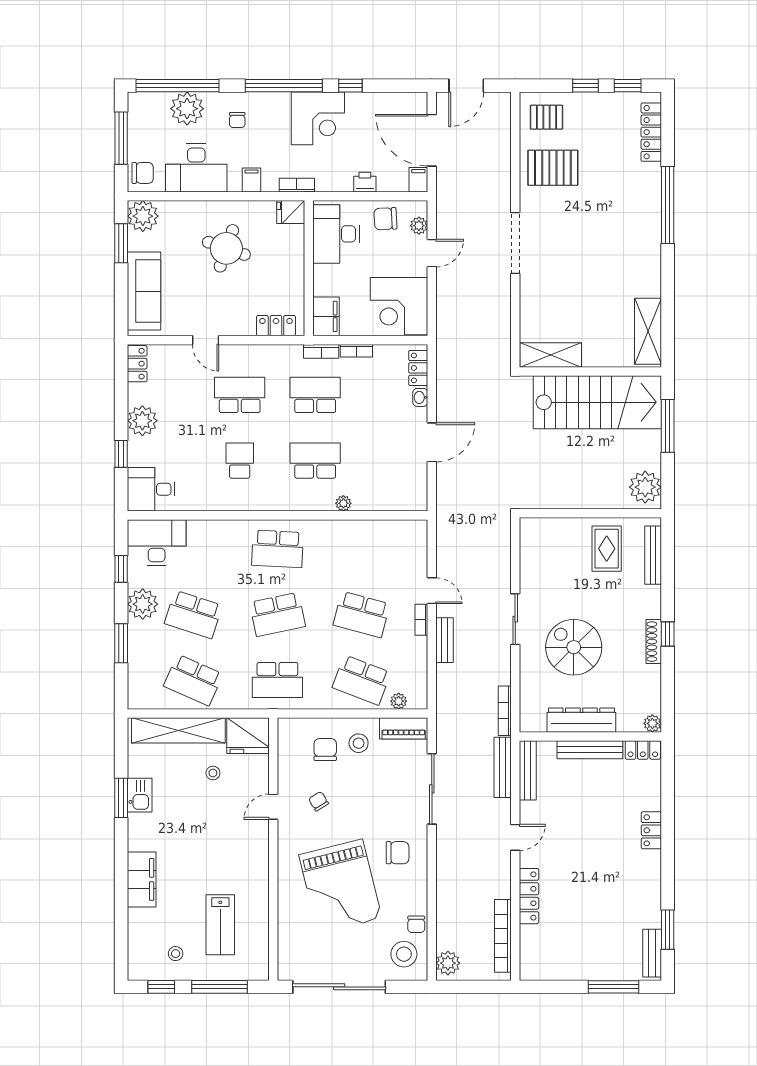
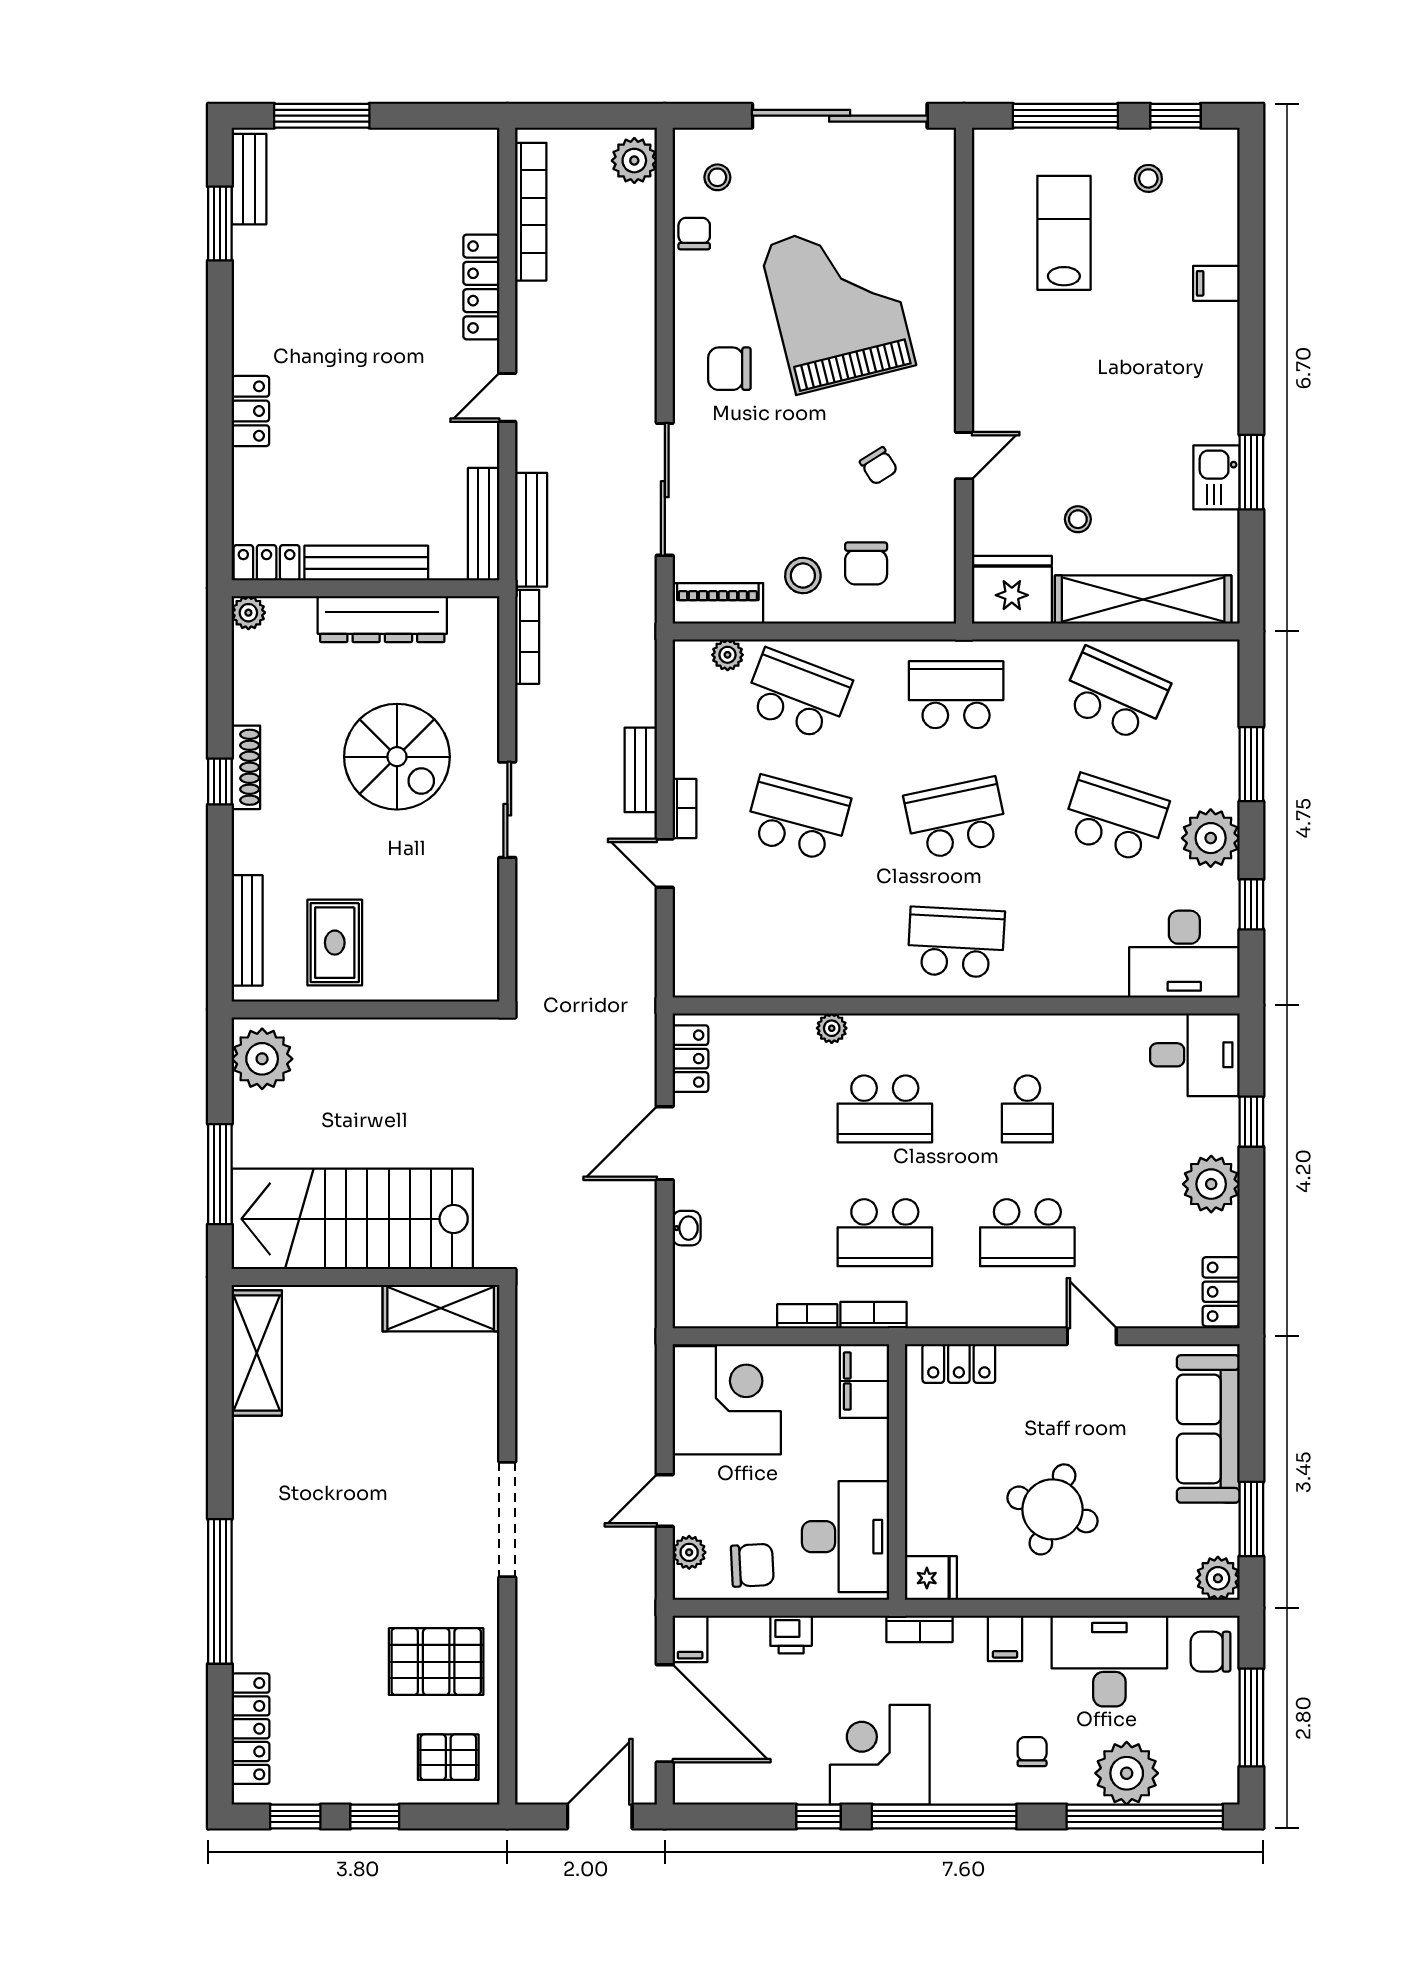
plant: (143, 216) -> (1218, 1578), width x0.73, depth x0.73
locker: (418, 368) -> (690, 1059), moved
filing cabinet: (142, 879) -> (1216, 283), width x0.33, depth x0.86
stool: (404, 954) -> (717, 177), width x0.53, depth x0.53

